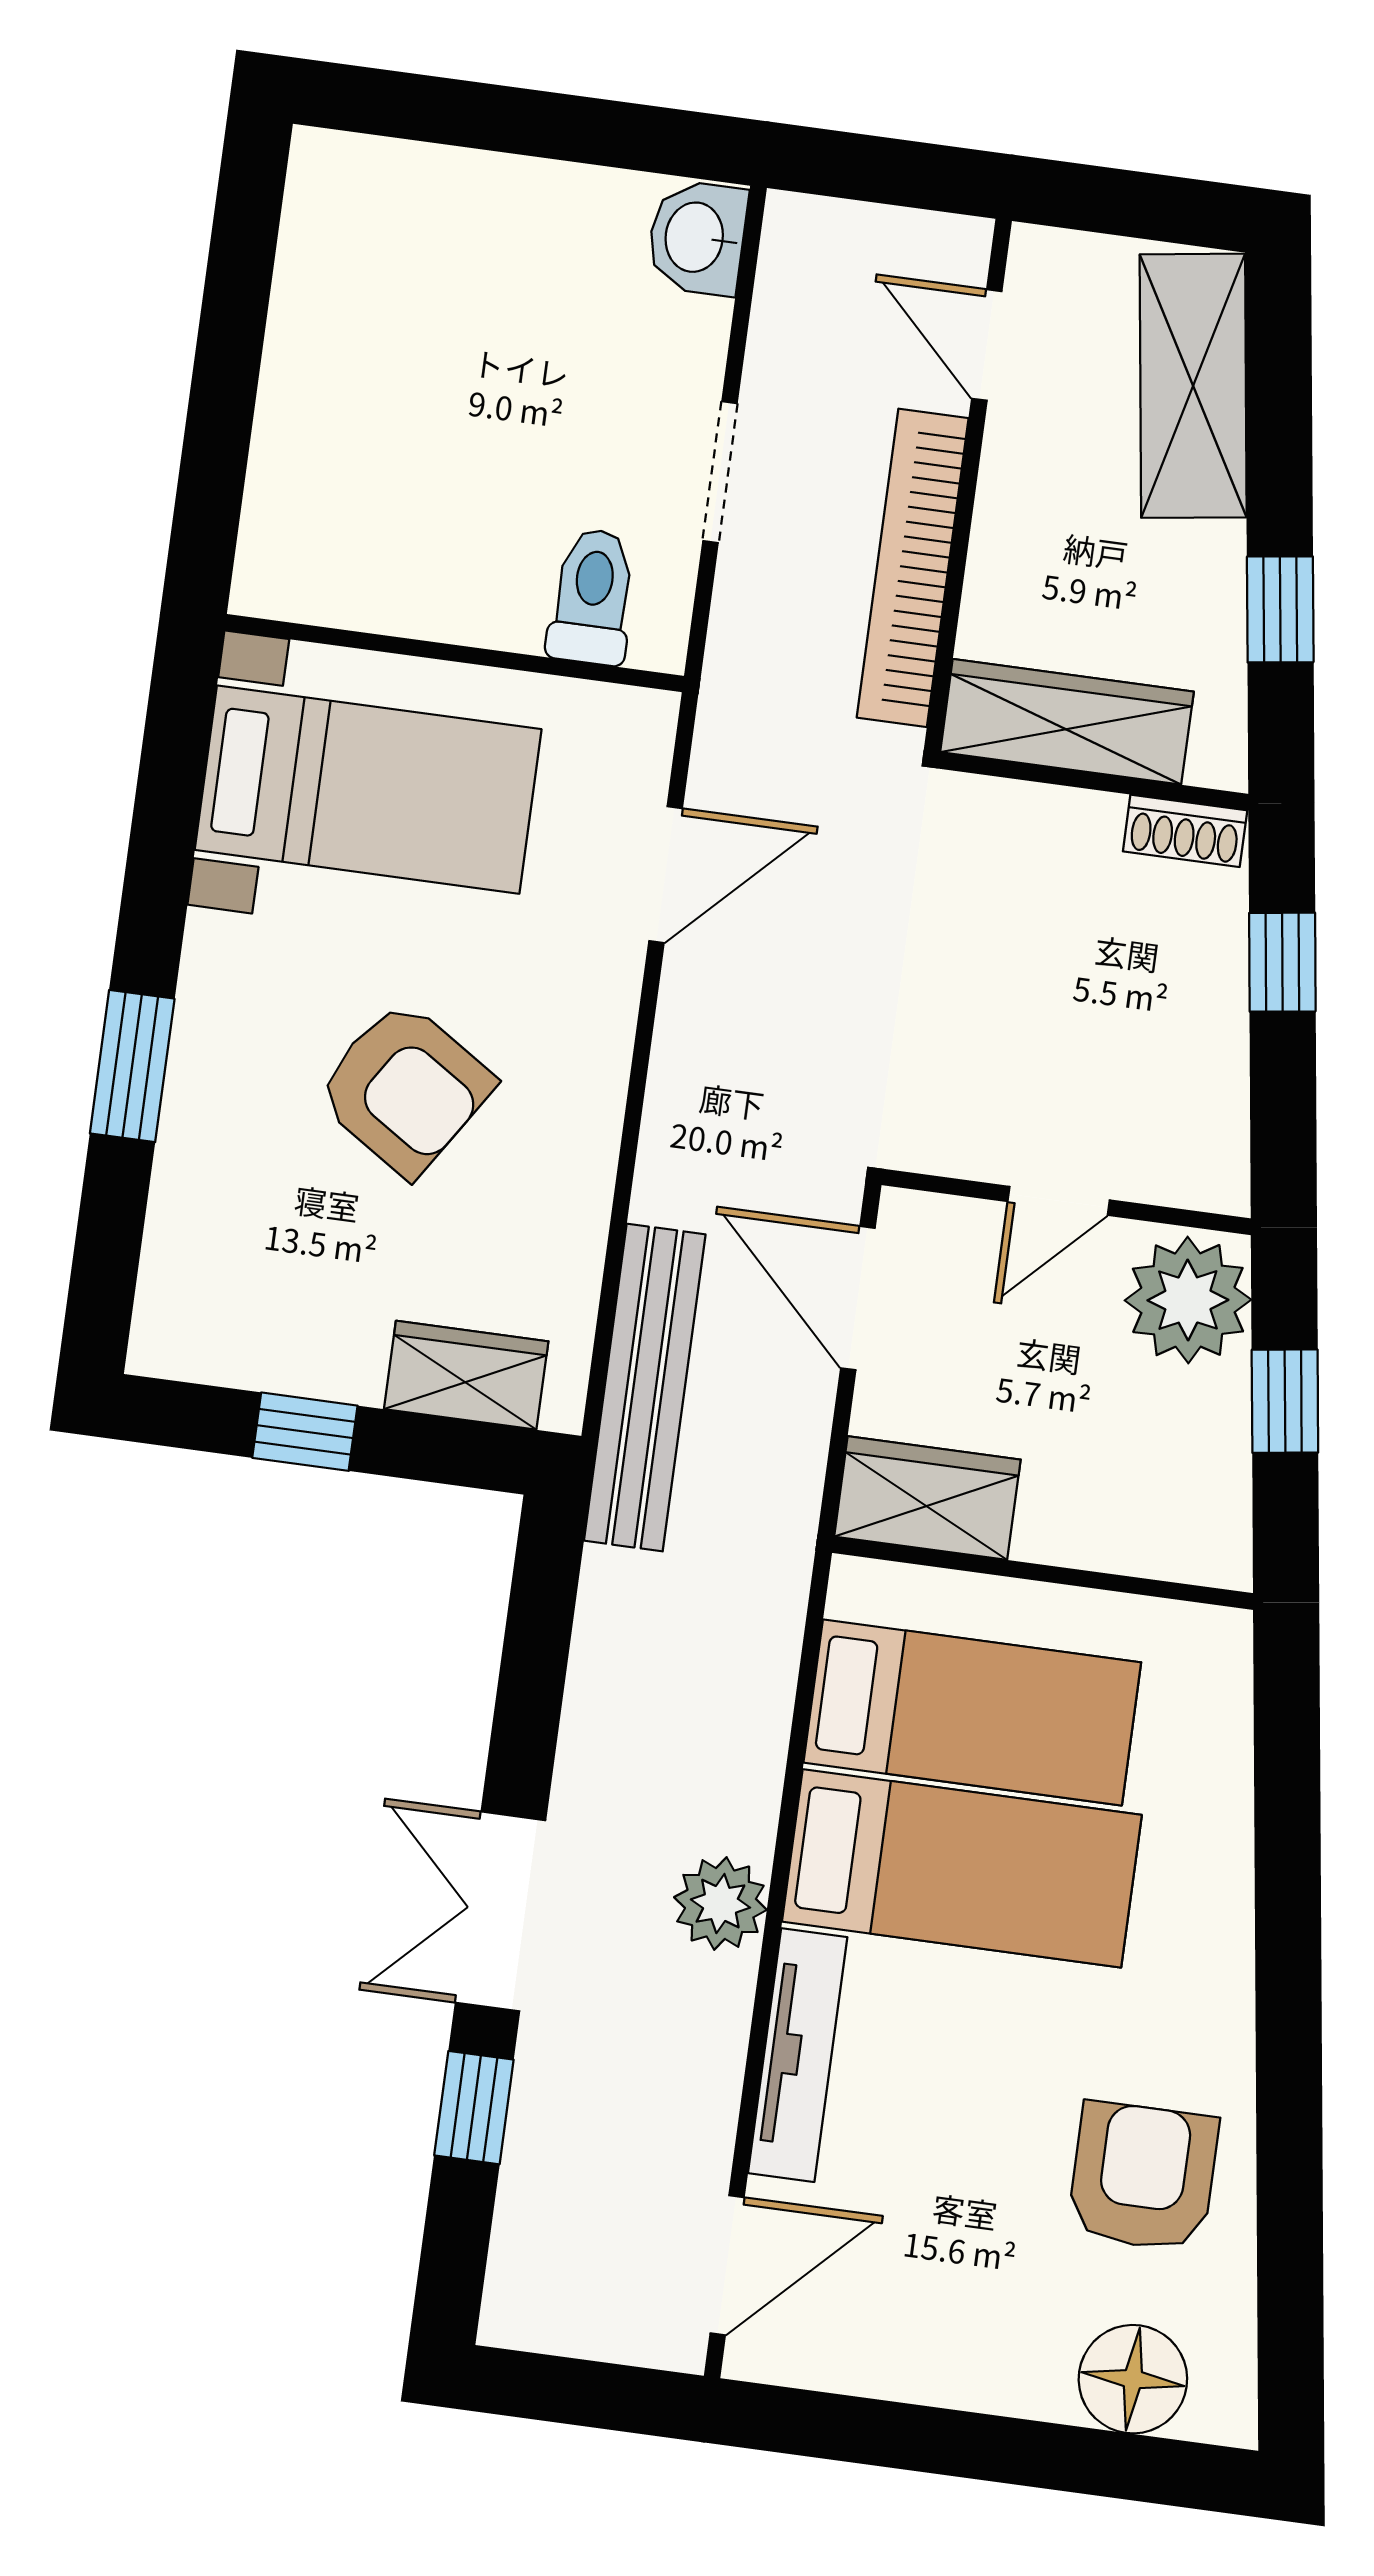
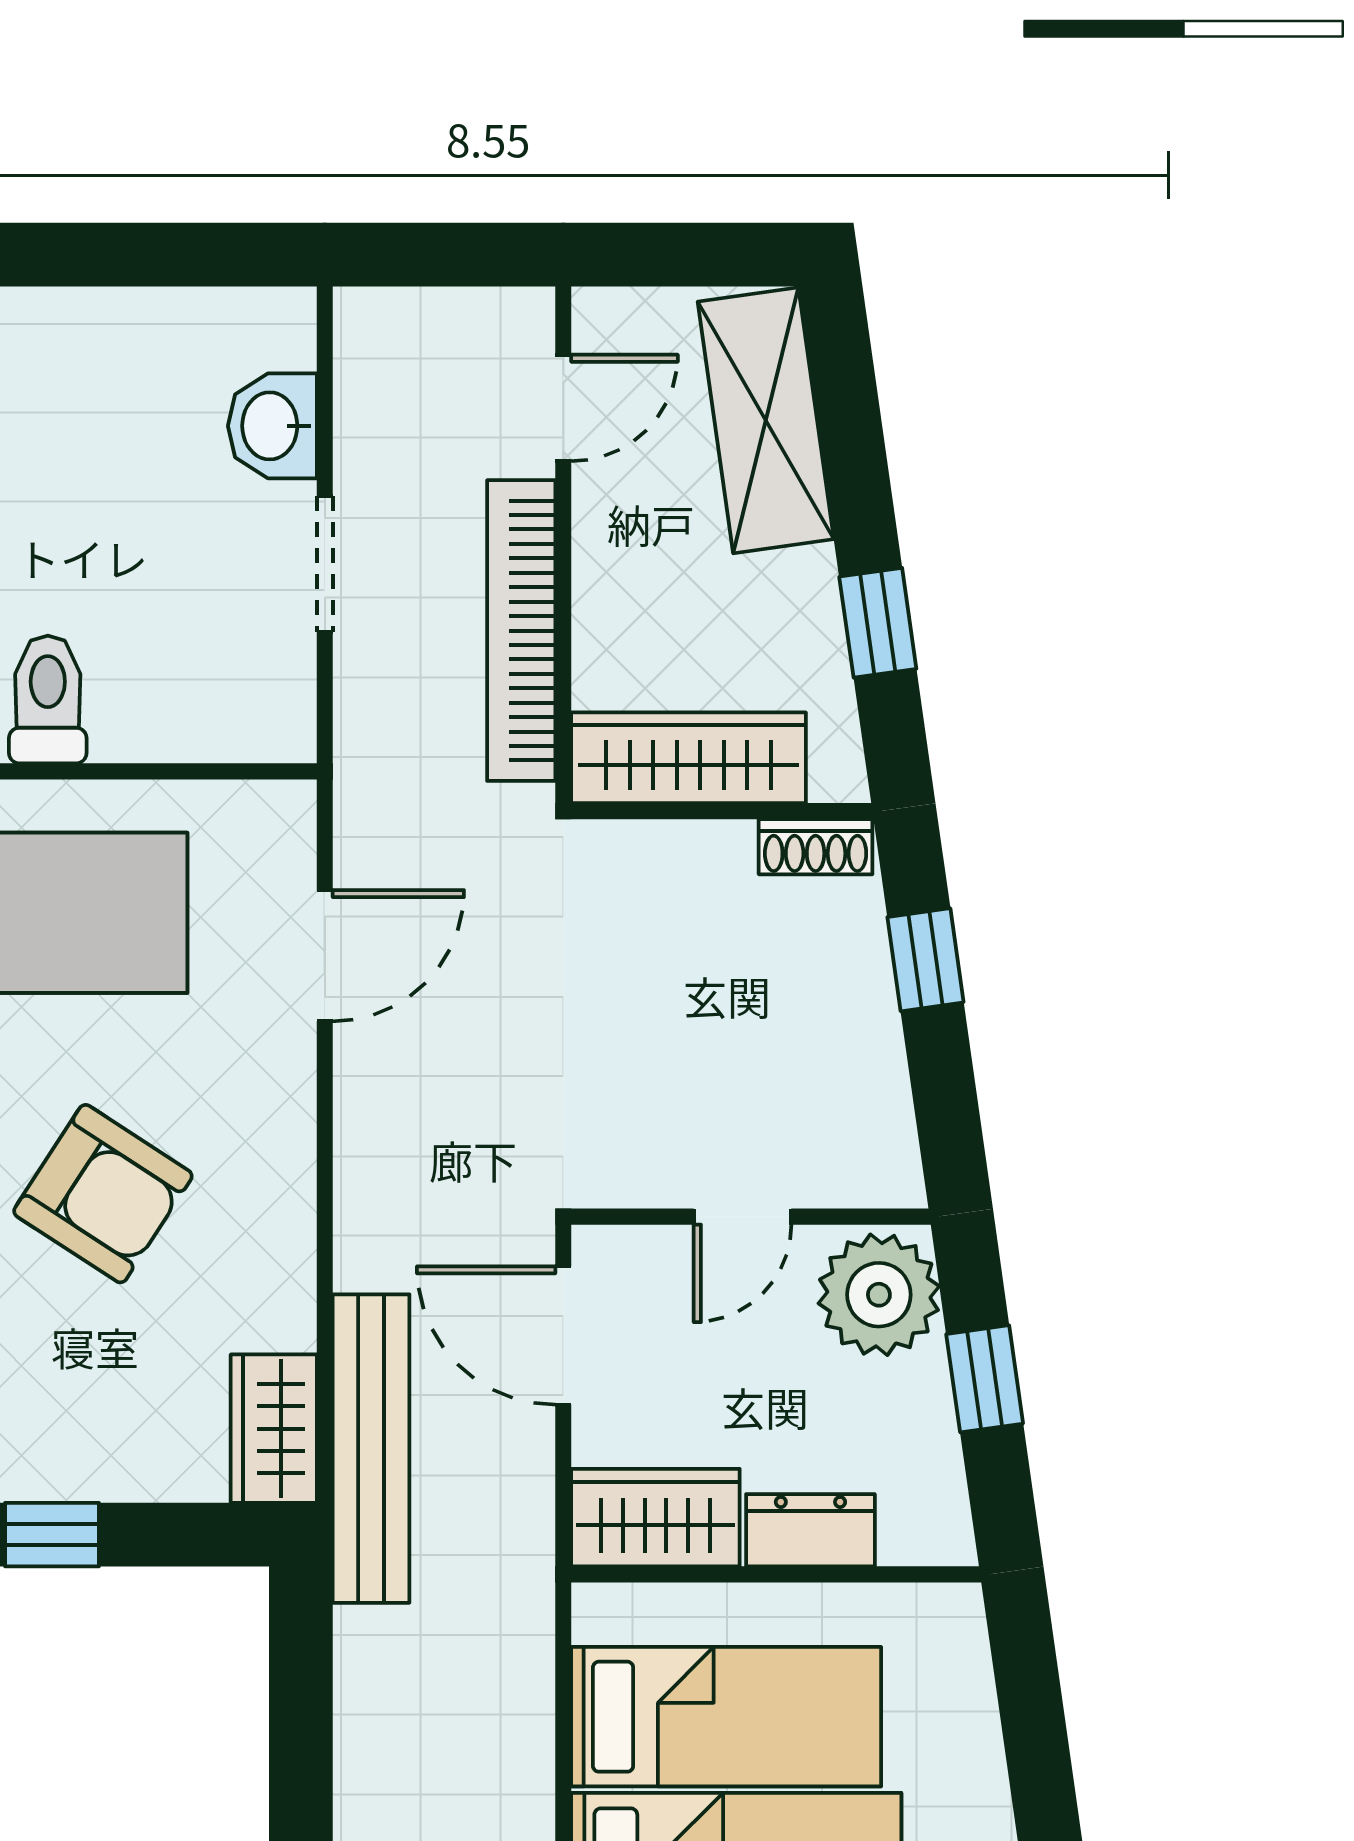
washbasin: (697, 238) -> (272, 426), moved
door: (987, 345) -> (563, 408), swing flipped
toilet: (592, 597) -> (48, 700), moved
wardrobe: (466, 1375) -> (274, 1429), moved, turned -90
dresser: (1085, 1533) -> (810, 1530), added

